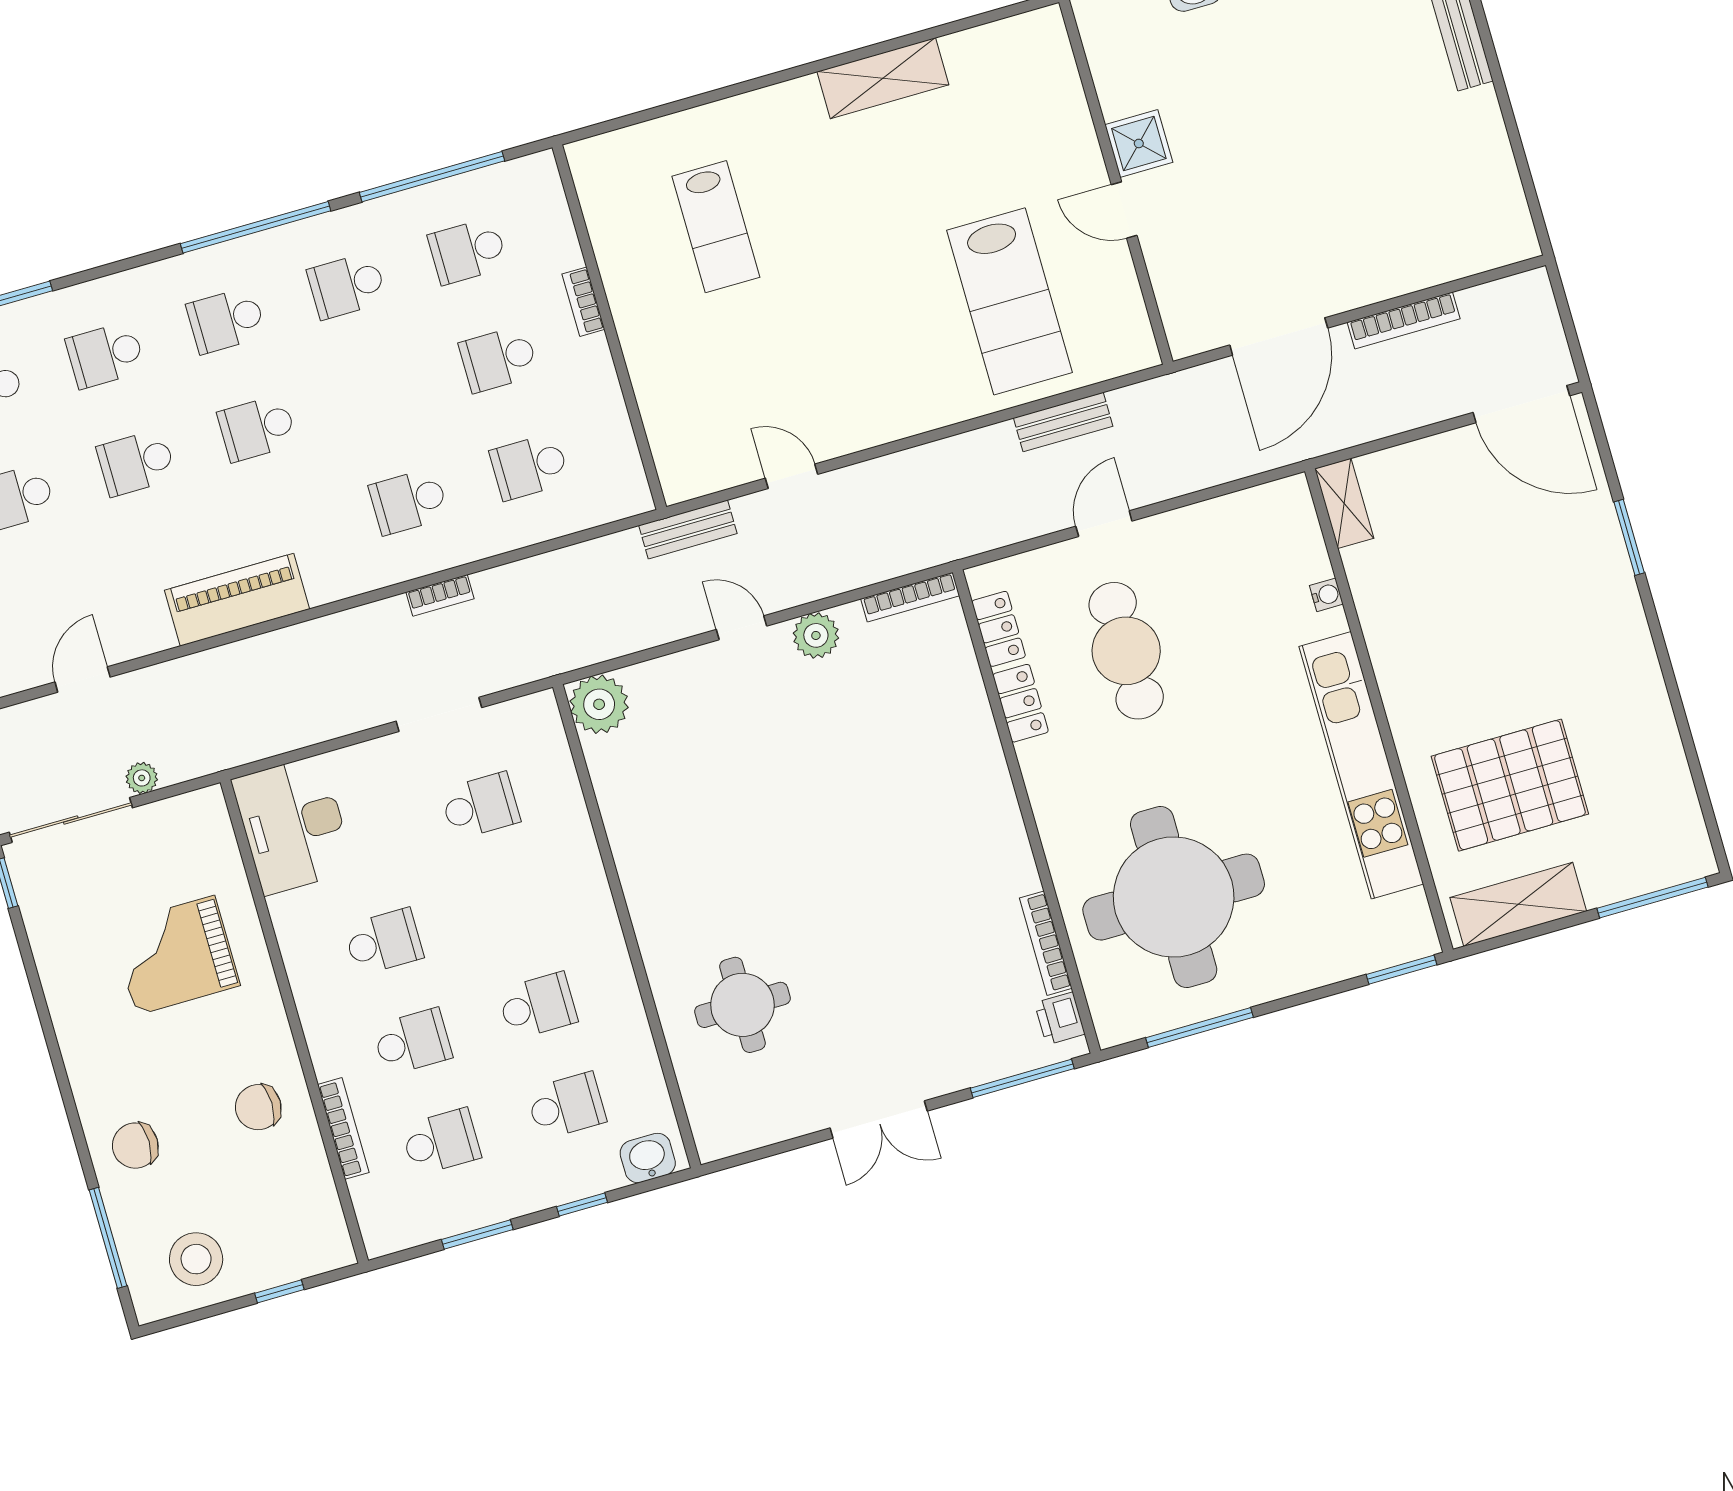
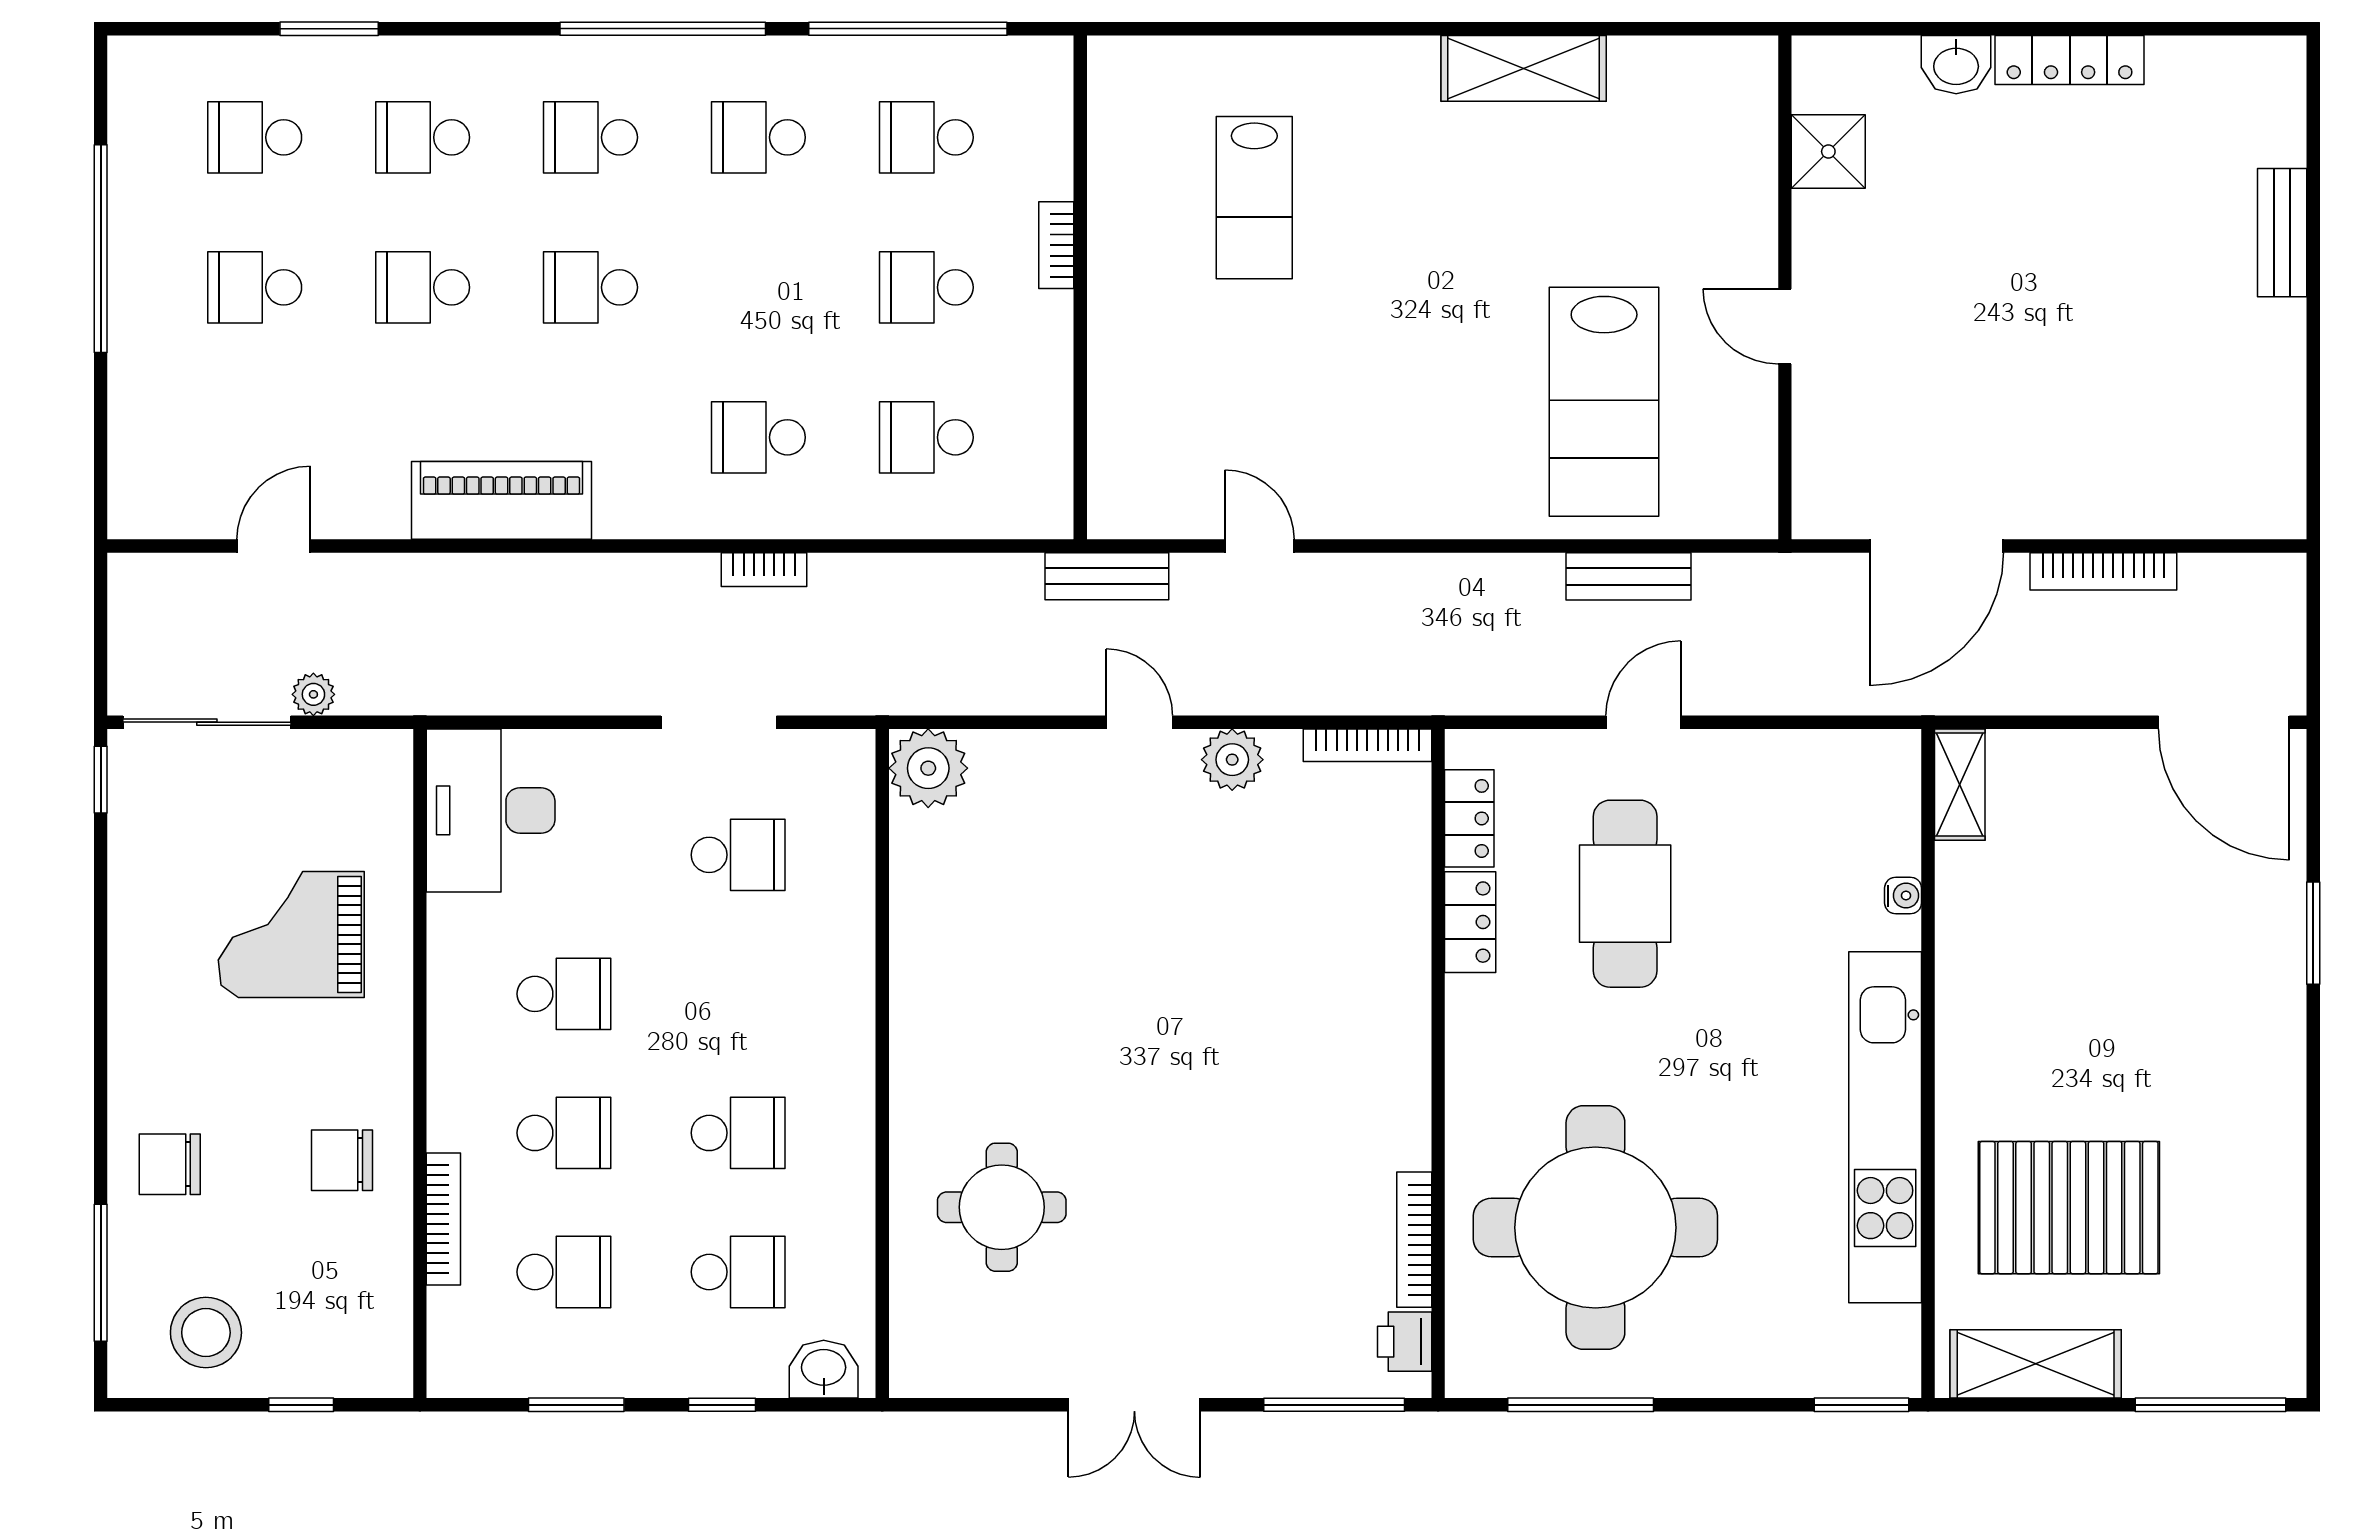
shower: (1139, 143) -> (1828, 151), moved

